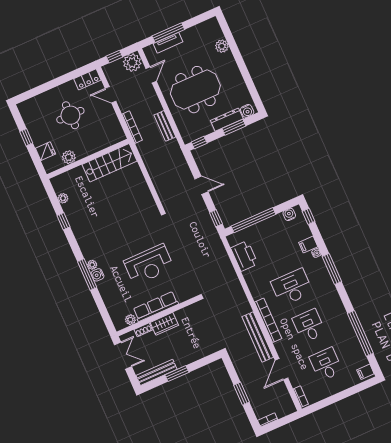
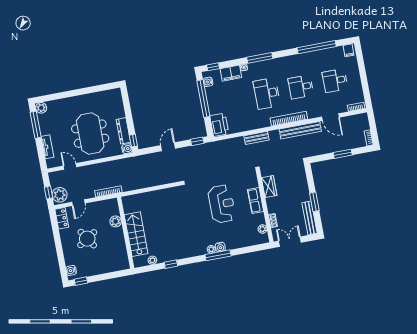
window: (168, 33) -> (36, 125), moved
plant: (222, 46) -> (41, 108), moved
plant: (132, 63) -> (60, 195), moved
water cooler: (28, 105) -> (71, 270), added
water cooler: (247, 111) -> (127, 149), moved
round table: (70, 115) -> (87, 239), turned -33
dresser: (227, 120) -> (123, 131), moved
bench: (165, 126) -> (256, 138), moved
window: (234, 127) -> (128, 110), removed
window: (26, 137) -> (81, 281), moved
fridge: (45, 151) -> (111, 265), removed
plant: (69, 157) -> (116, 221), moved
stairs: (110, 163) -> (136, 234), moved
window: (253, 220) -> (203, 99), moved
filing cabinet: (308, 245) -> (231, 73), width x2.00
printer: (244, 256) -> (219, 125), moved, turned 90
row of seats: (156, 306) -> (256, 200), width x0.68
wardrobe: (164, 324) -> (269, 187), moved

